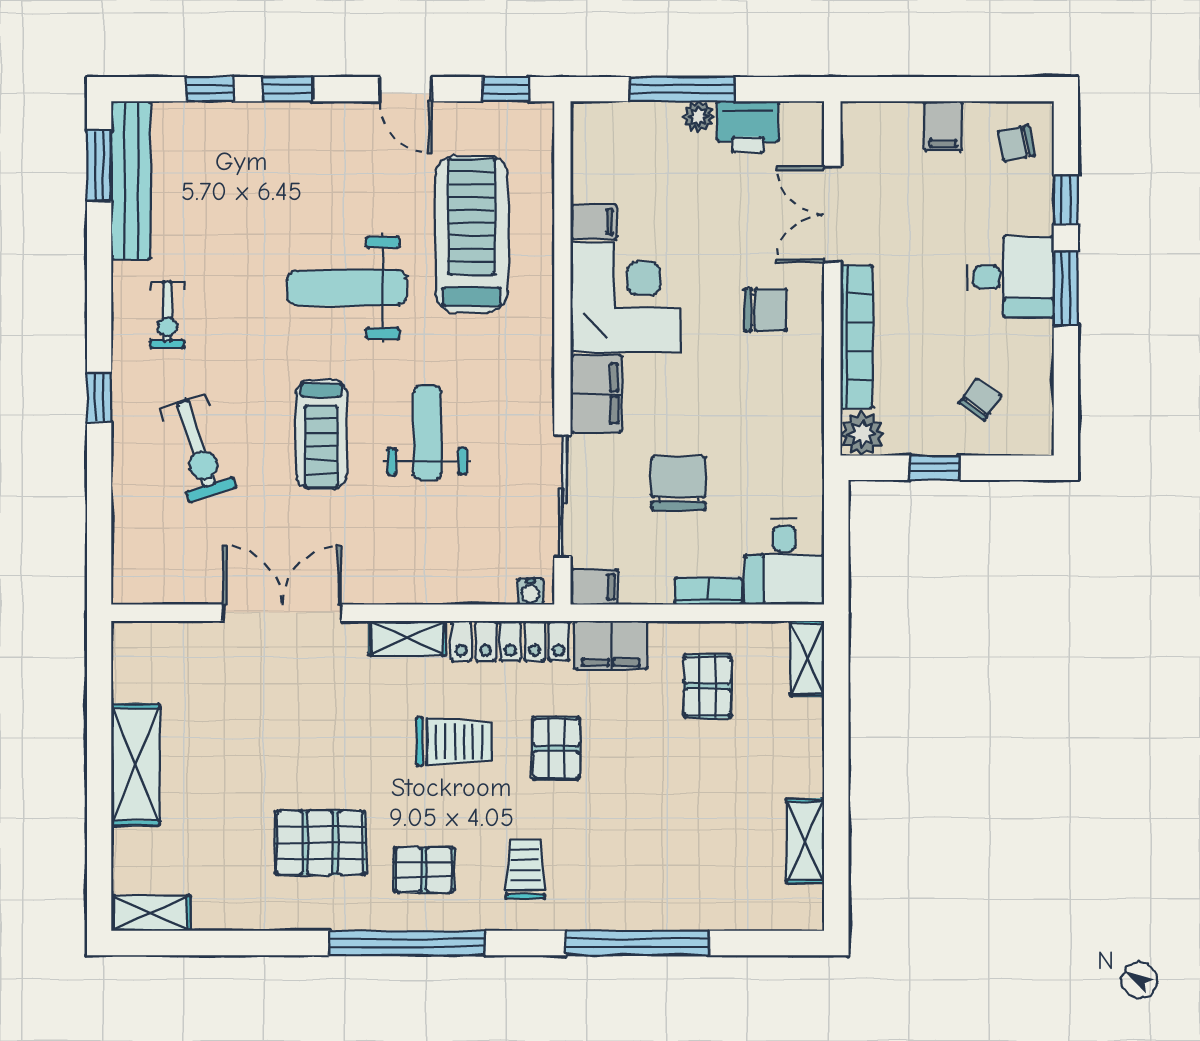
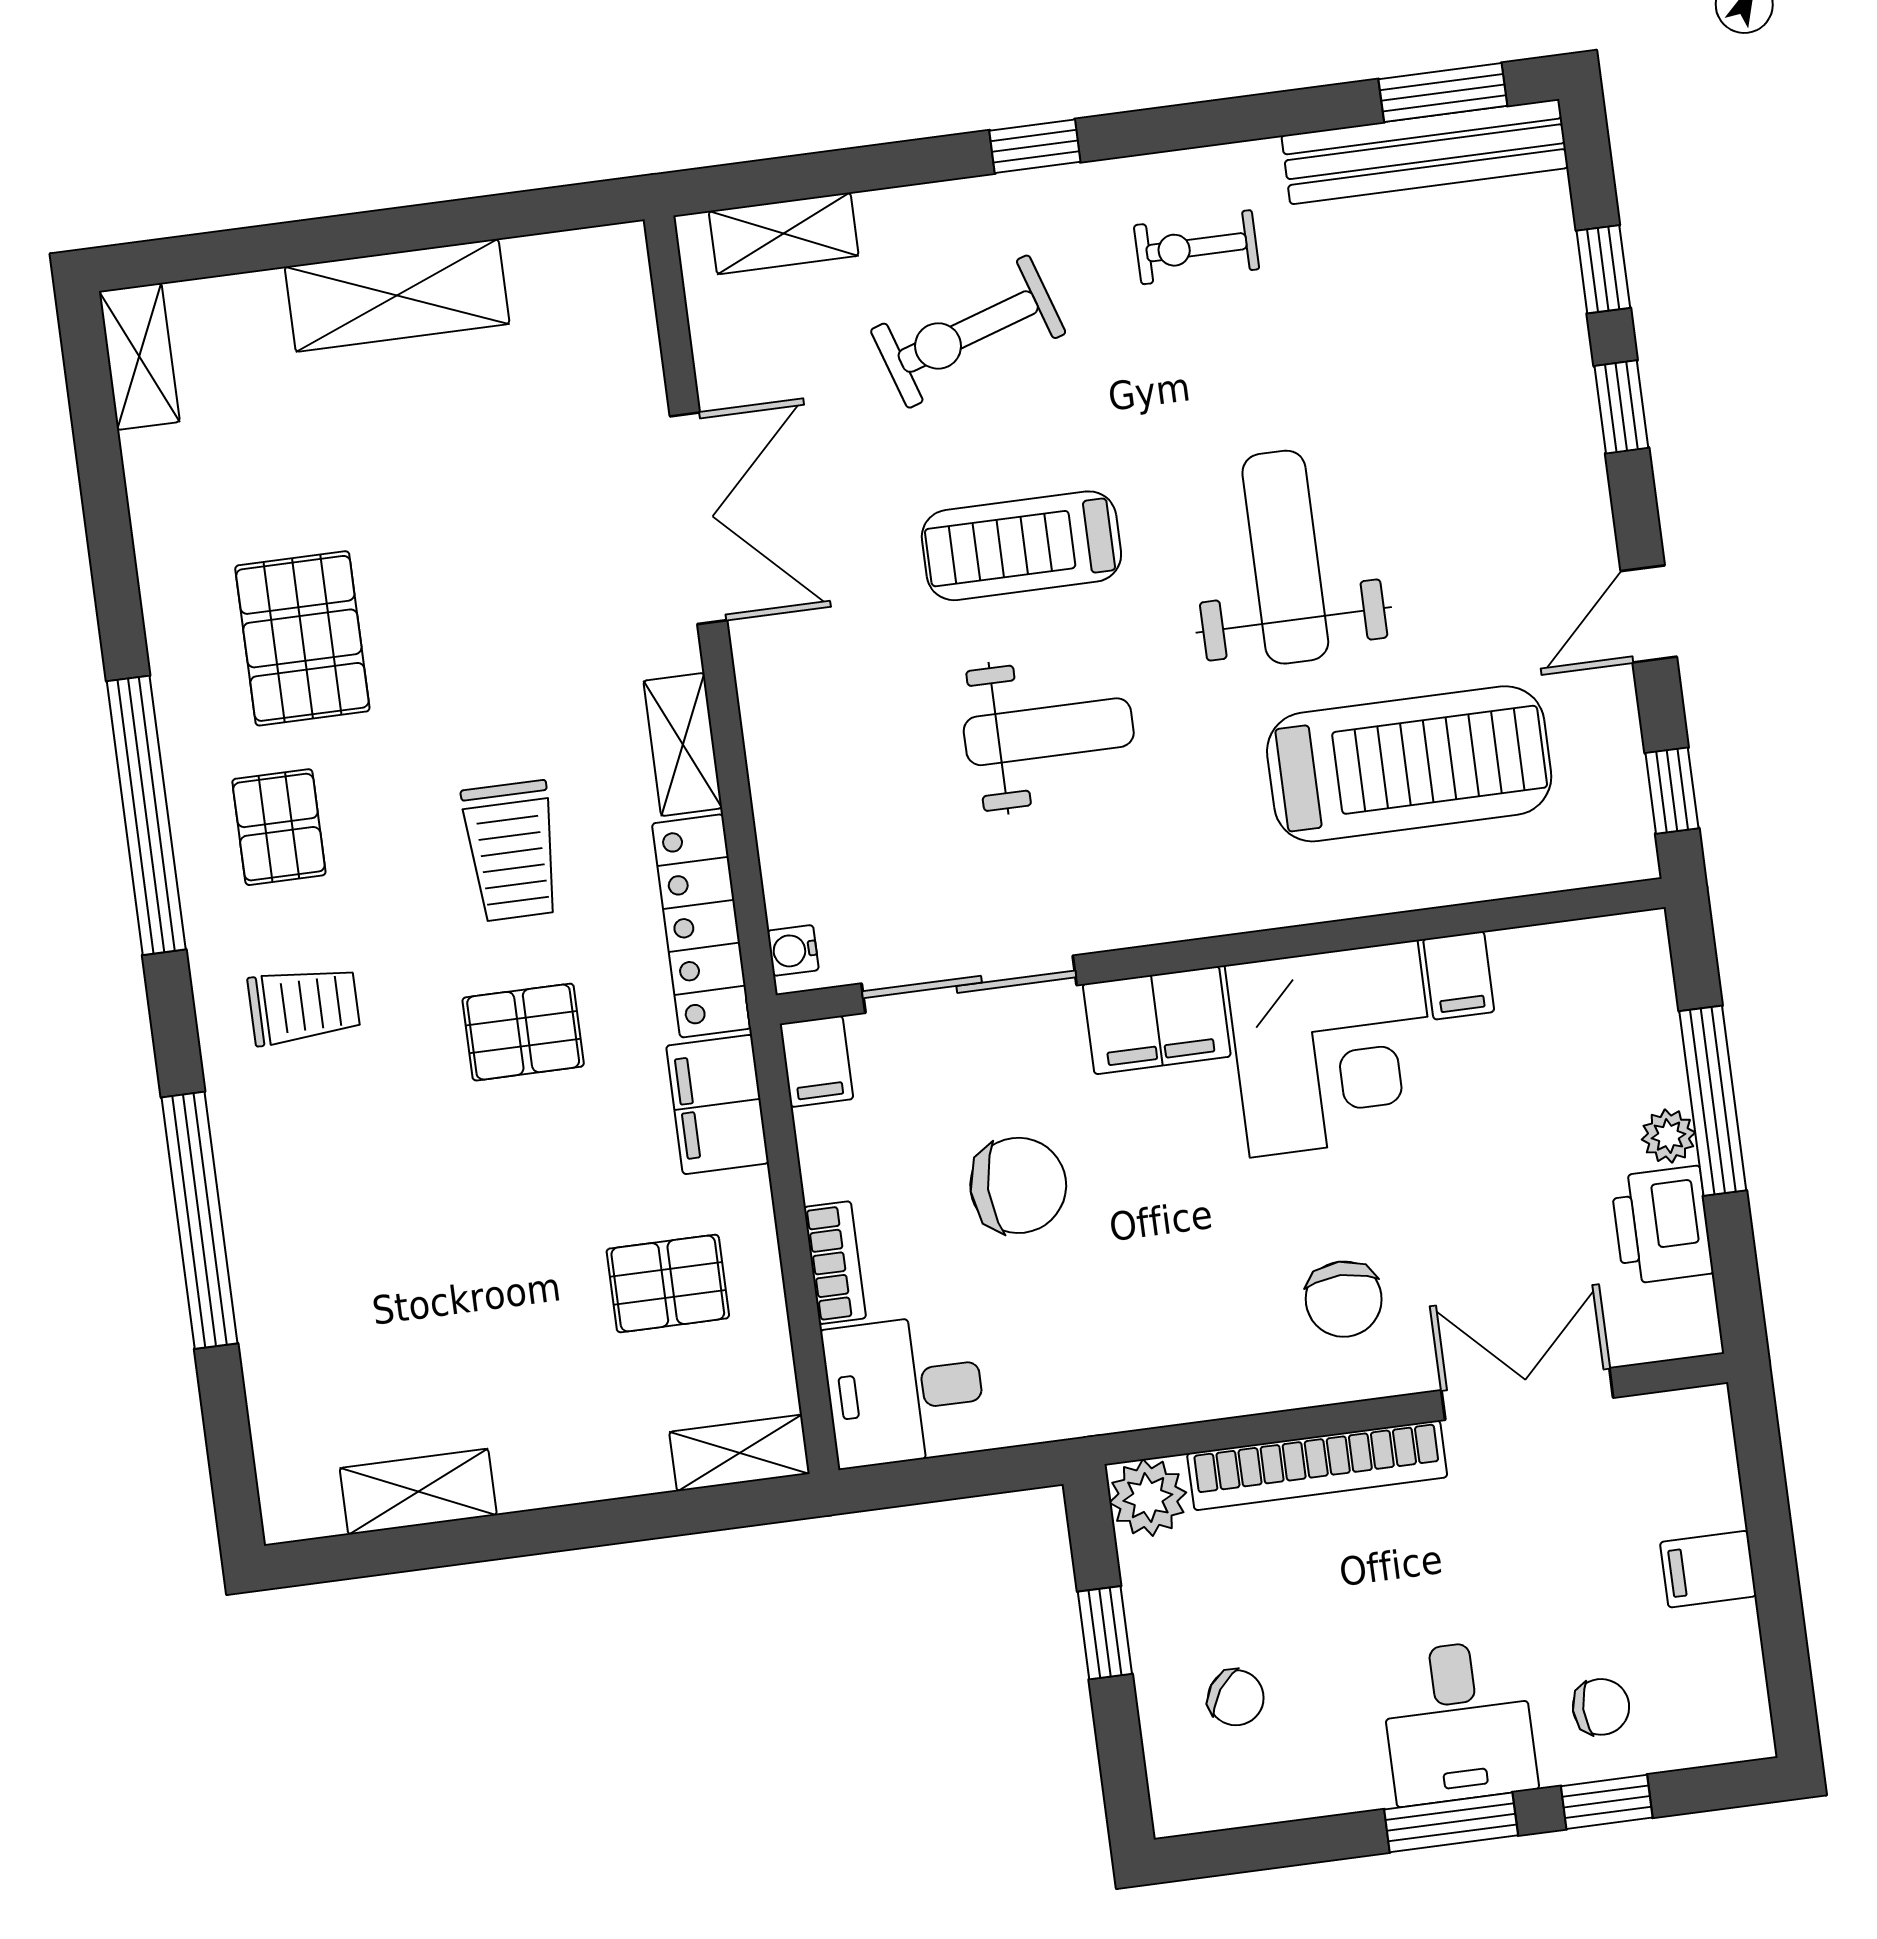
chair: (1016, 143) -> (1601, 1707), moved, turned 101
shelving: (129, 544) -> (784, 233), added

